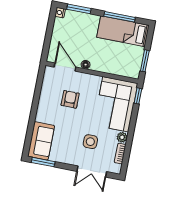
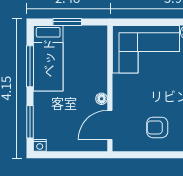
window: (145, 61) -> (67, 22), moved
window: (138, 96) -> (129, 22), removed
armchair: (70, 99) -> (157, 127), moved

